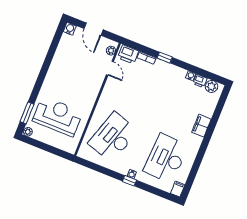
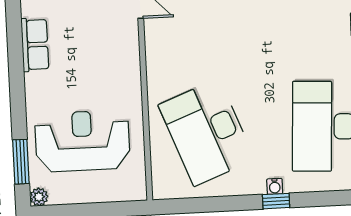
row of seats: (56, 65) -> (35, 45), added
desk: (113, 137) -> (207, 132), turned -39

